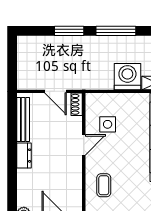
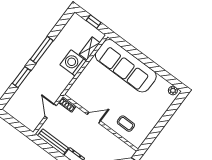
door: (55, 91) -> (51, 111), swing flipped
side table: (108, 124) -> (92, 95), removed
door: (84, 145) -> (94, 118), hinge flipped

